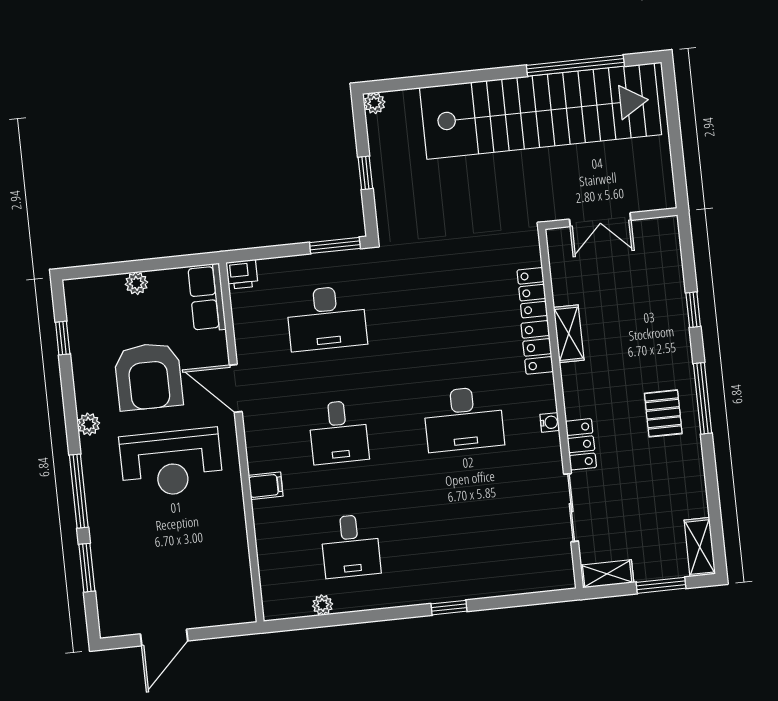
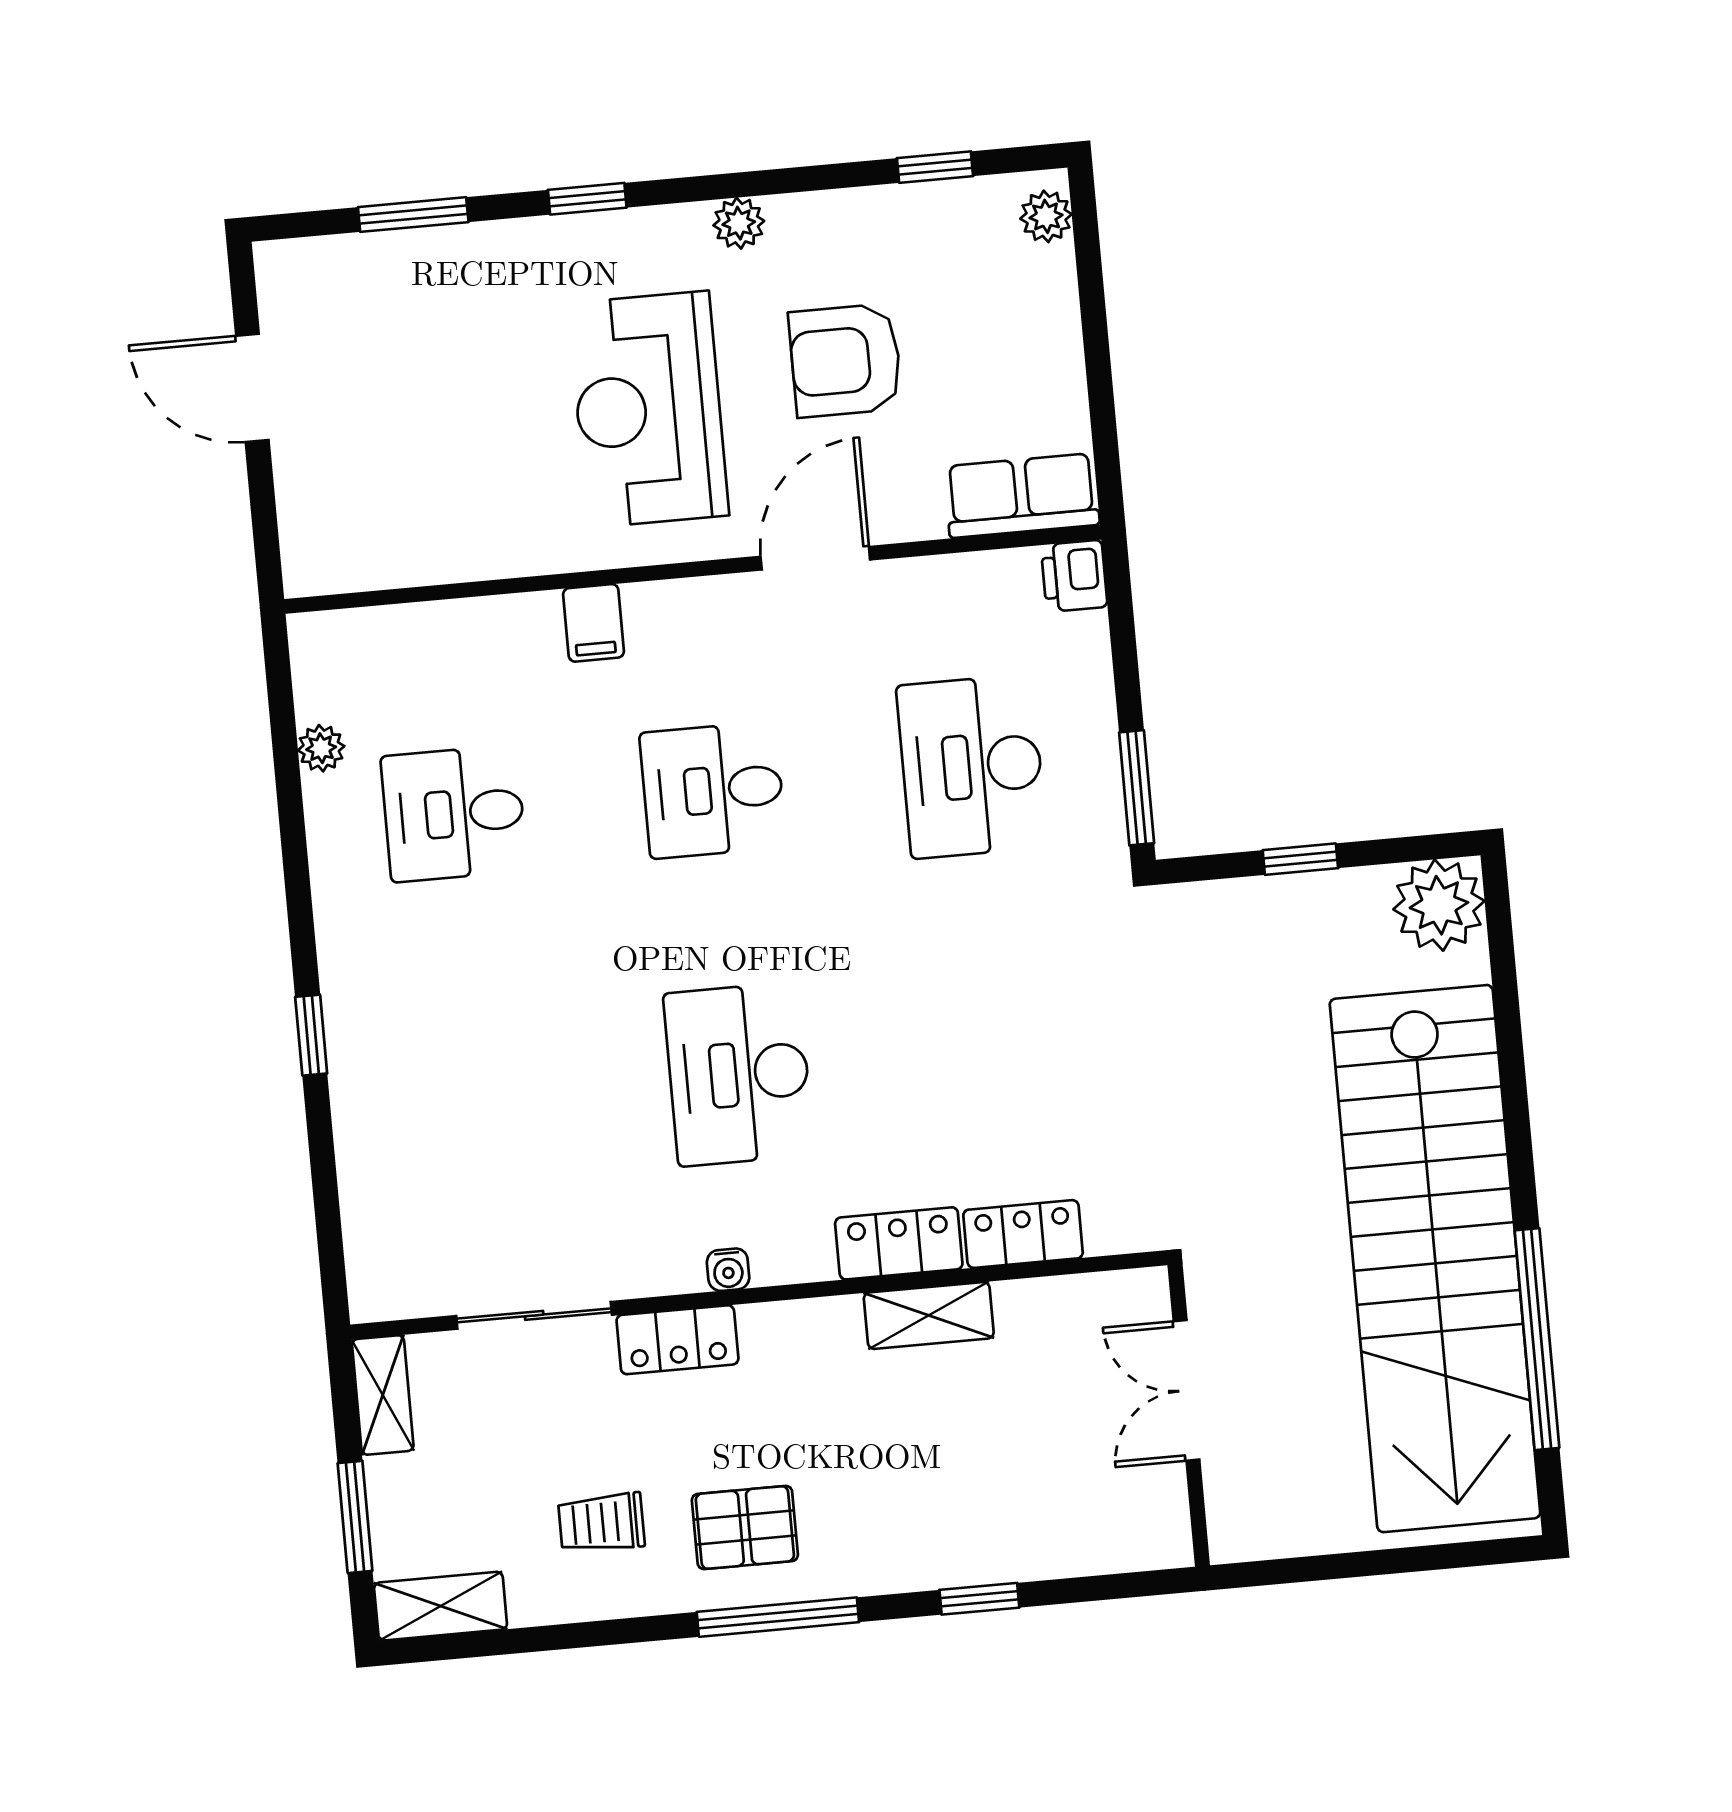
plant: (374, 103) -> (1439, 905), width x1.87, depth x1.87
plant: (136, 283) -> (1046, 216), moved
armchair: (148, 376) -> (845, 360), width x0.73, depth x0.73
trolley: (662, 477) -> (601, 1523), added
window: (79, 491) -> (587, 199), width x0.46

